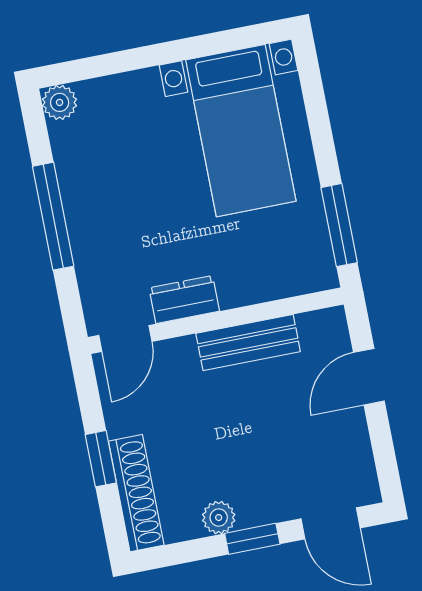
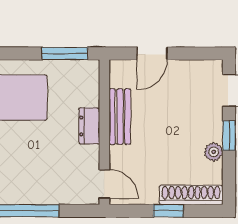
dresser: (184, 300) -> (89, 126), moved
door: (369, 377) -> (152, 54), hinge flipped

